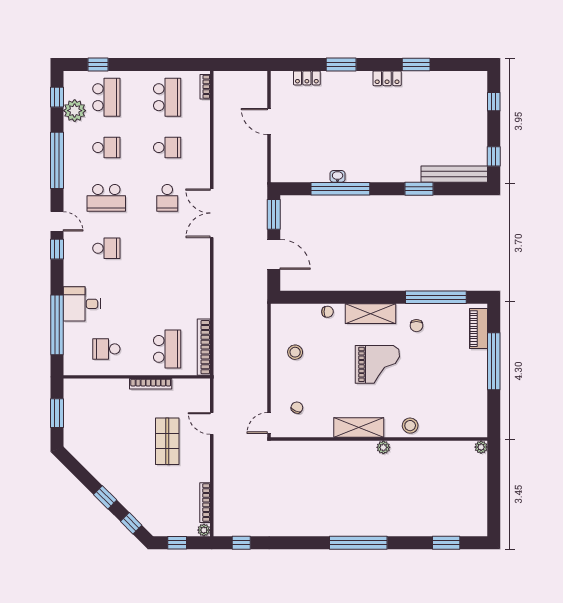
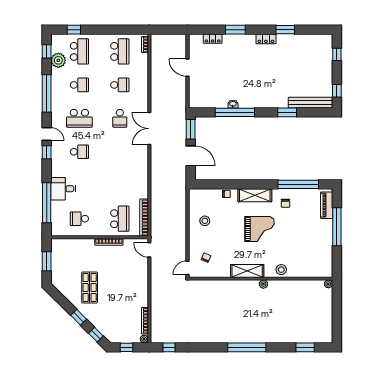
door: (212, 423) -> (149, 250), moved
shop shelf: (167, 441) -> (90, 288), moved

